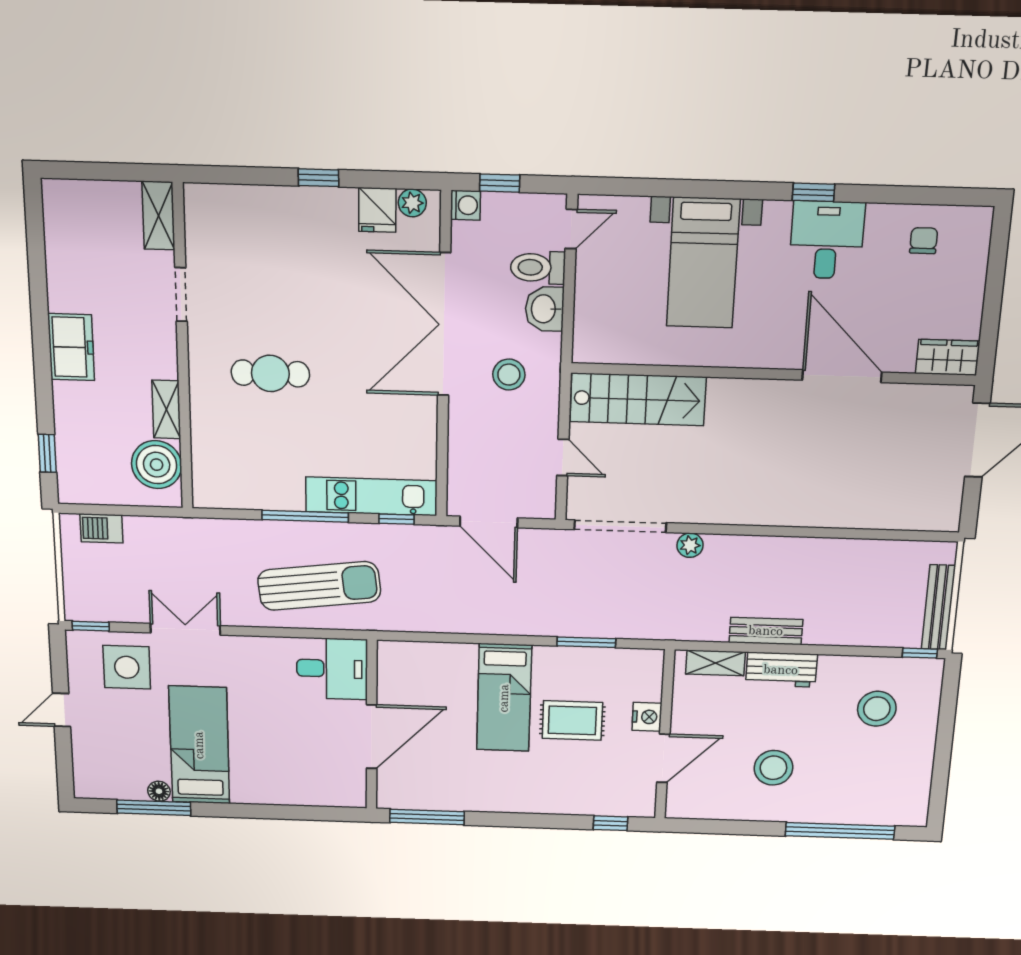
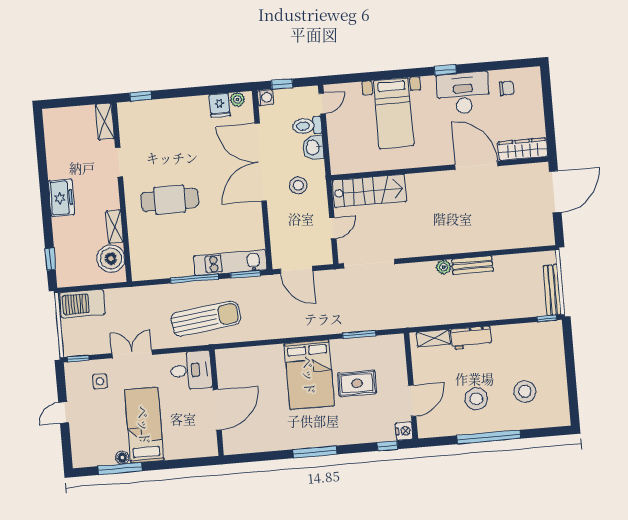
window: (319, 178) -> (141, 96), moved
desk: (827, 240) -> (463, 93), width x1.37
chair: (924, 241) -> (507, 88), turned 90
wardrobe: (948, 357) -> (523, 149), width x1.50
cafe table: (270, 373) -> (170, 200), width x1.37, depth x1.35
door: (563, 457) -> (333, 228), hinge flipped
window: (396, 519) -> (245, 274), width x1.50
barbecue: (101, 528) -> (82, 304), width x1.88, depth x1.53
plant: (690, 545) -> (444, 267), moved
bench: (766, 631) -> (472, 265), moved
side table: (127, 667) -> (100, 381), width x0.54, depth x0.54
desk: (332, 669) -> (191, 370), moved
bed: (504, 698) -> (309, 375), width x1.50
stool: (877, 709) -> (525, 391), moved
nightstand: (647, 717) -> (404, 431), moved
wall: (372, 725) -> (217, 403), moved
door: (372, 737) -> (217, 410), moved
window: (427, 817) -> (315, 452), moved
window: (840, 831) -> (489, 437), moved

